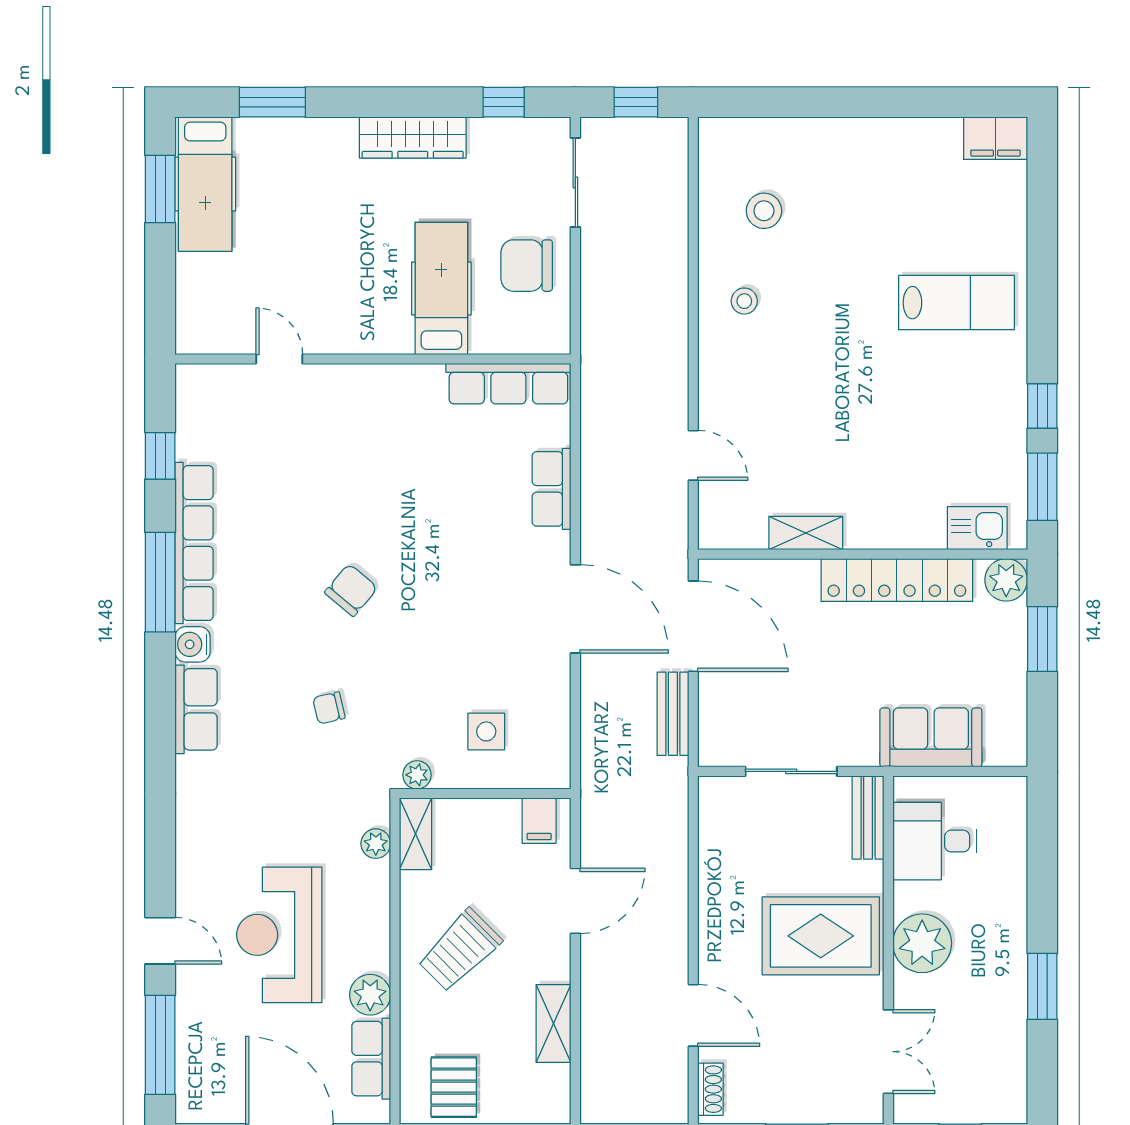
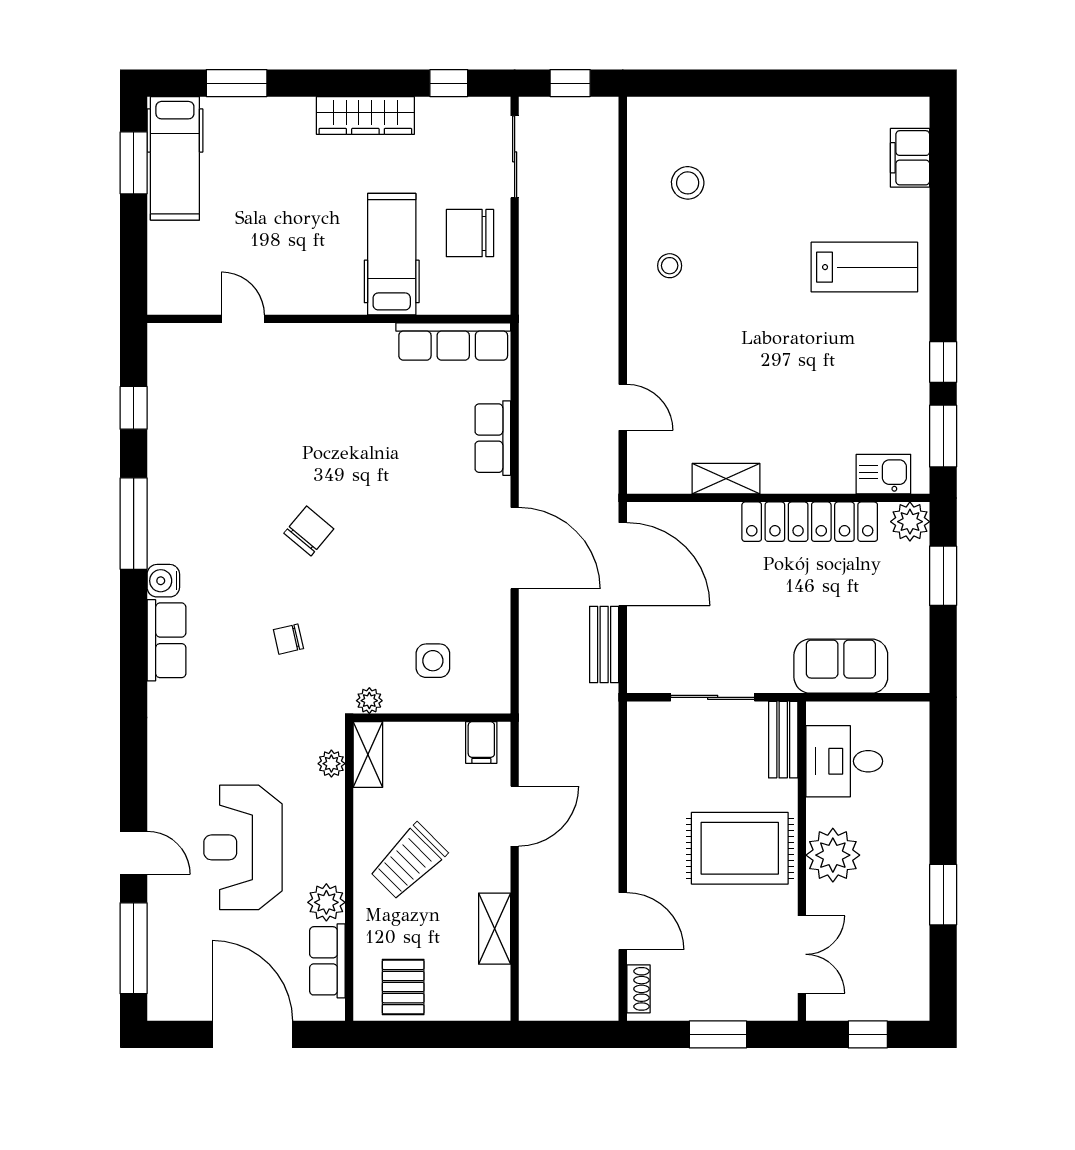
filing cabinet: (996, 138) -> (910, 158), moved, turned 90
row of seats: (194, 543) -> (165, 488), removed

